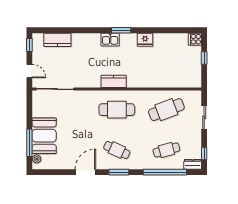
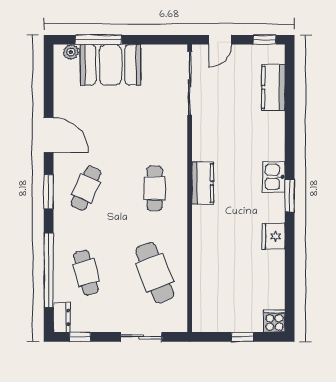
cafe table: (117, 110) -> (155, 188), width x0.73, depth x0.74

